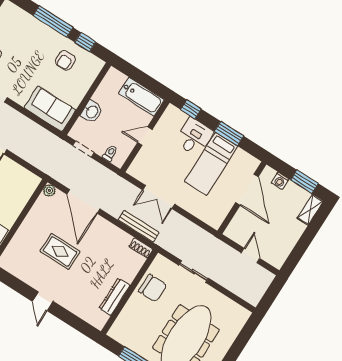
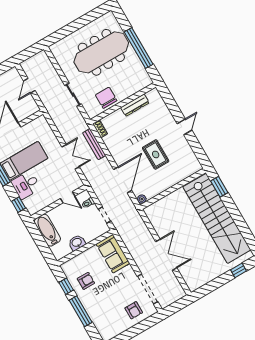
washbasin: (92, 112) -> (77, 243), moved
door: (145, 136) -> (68, 197), moved

